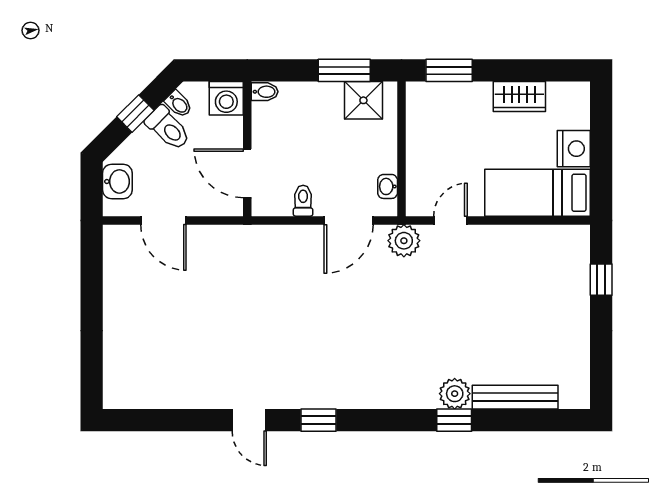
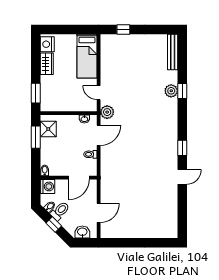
nightstand: (574, 149) -> (47, 44), moved, turned -90
door: (349, 221) -> (99, 135), hinge flipped
bench: (515, 397) -> (173, 52), moved

